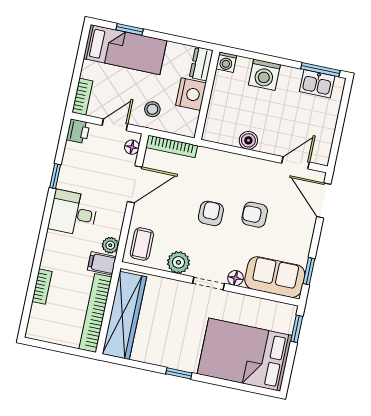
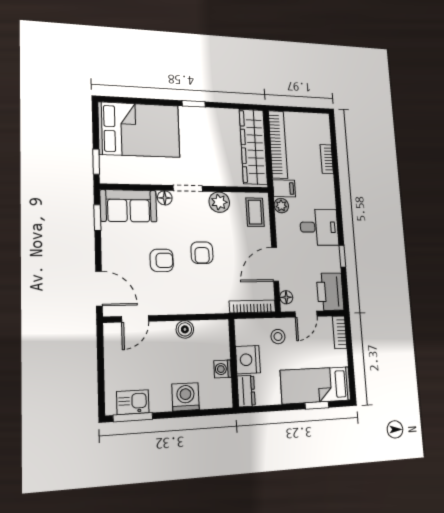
washing machine: (226, 62) -> (223, 369), moved, turned -90
printer: (78, 131) -> (330, 292), width x1.87, depth x1.48

